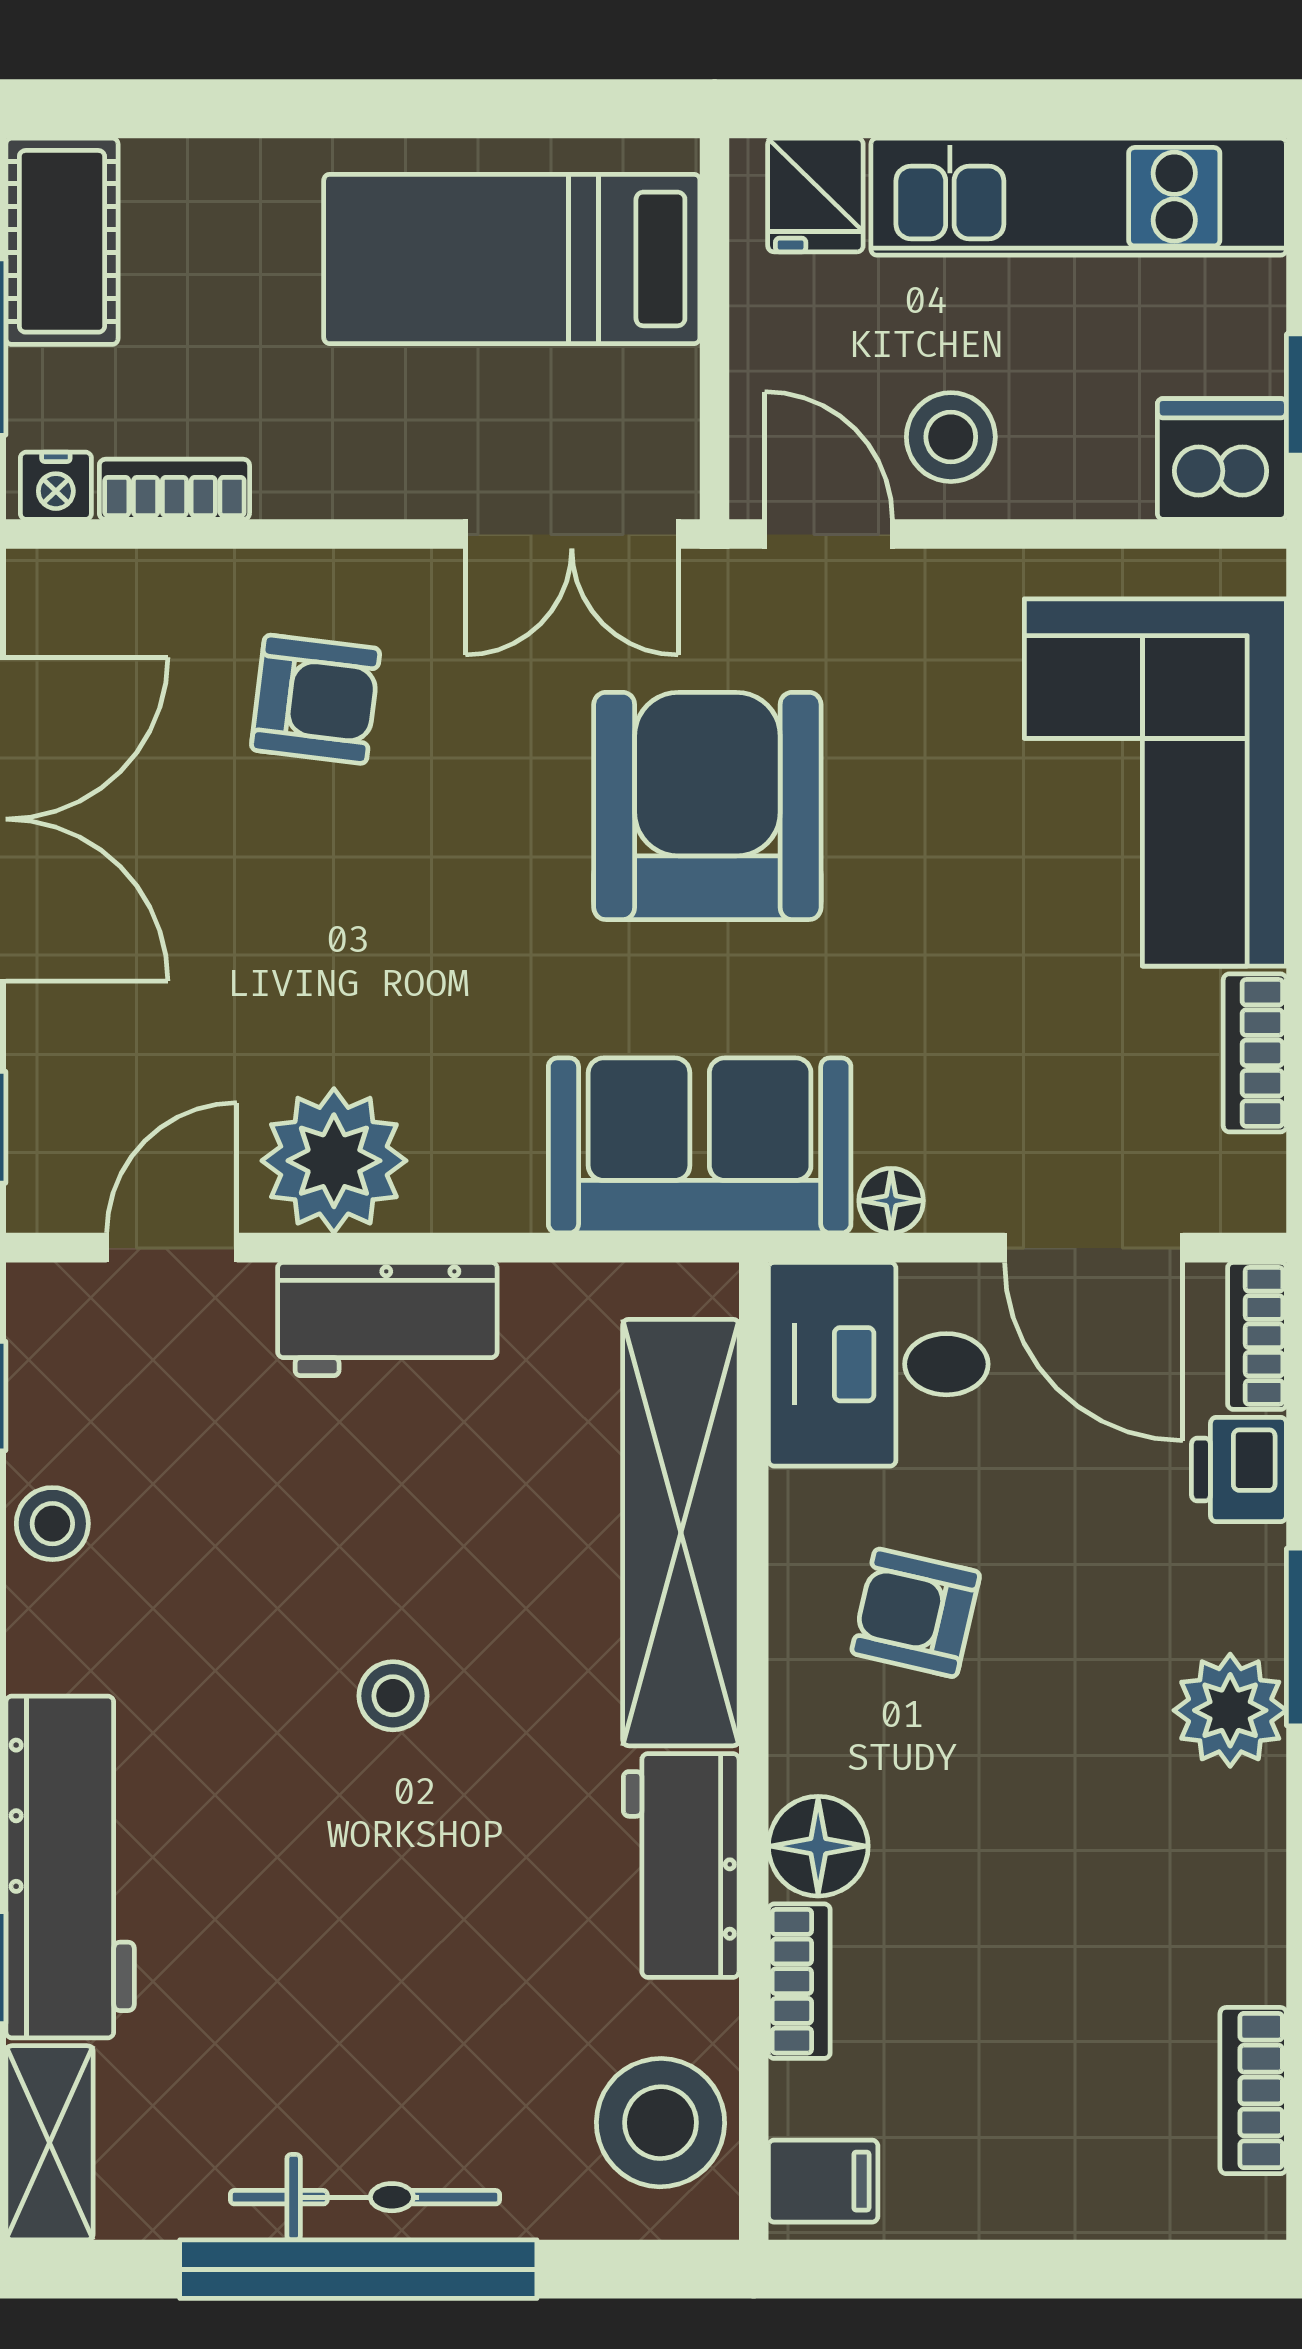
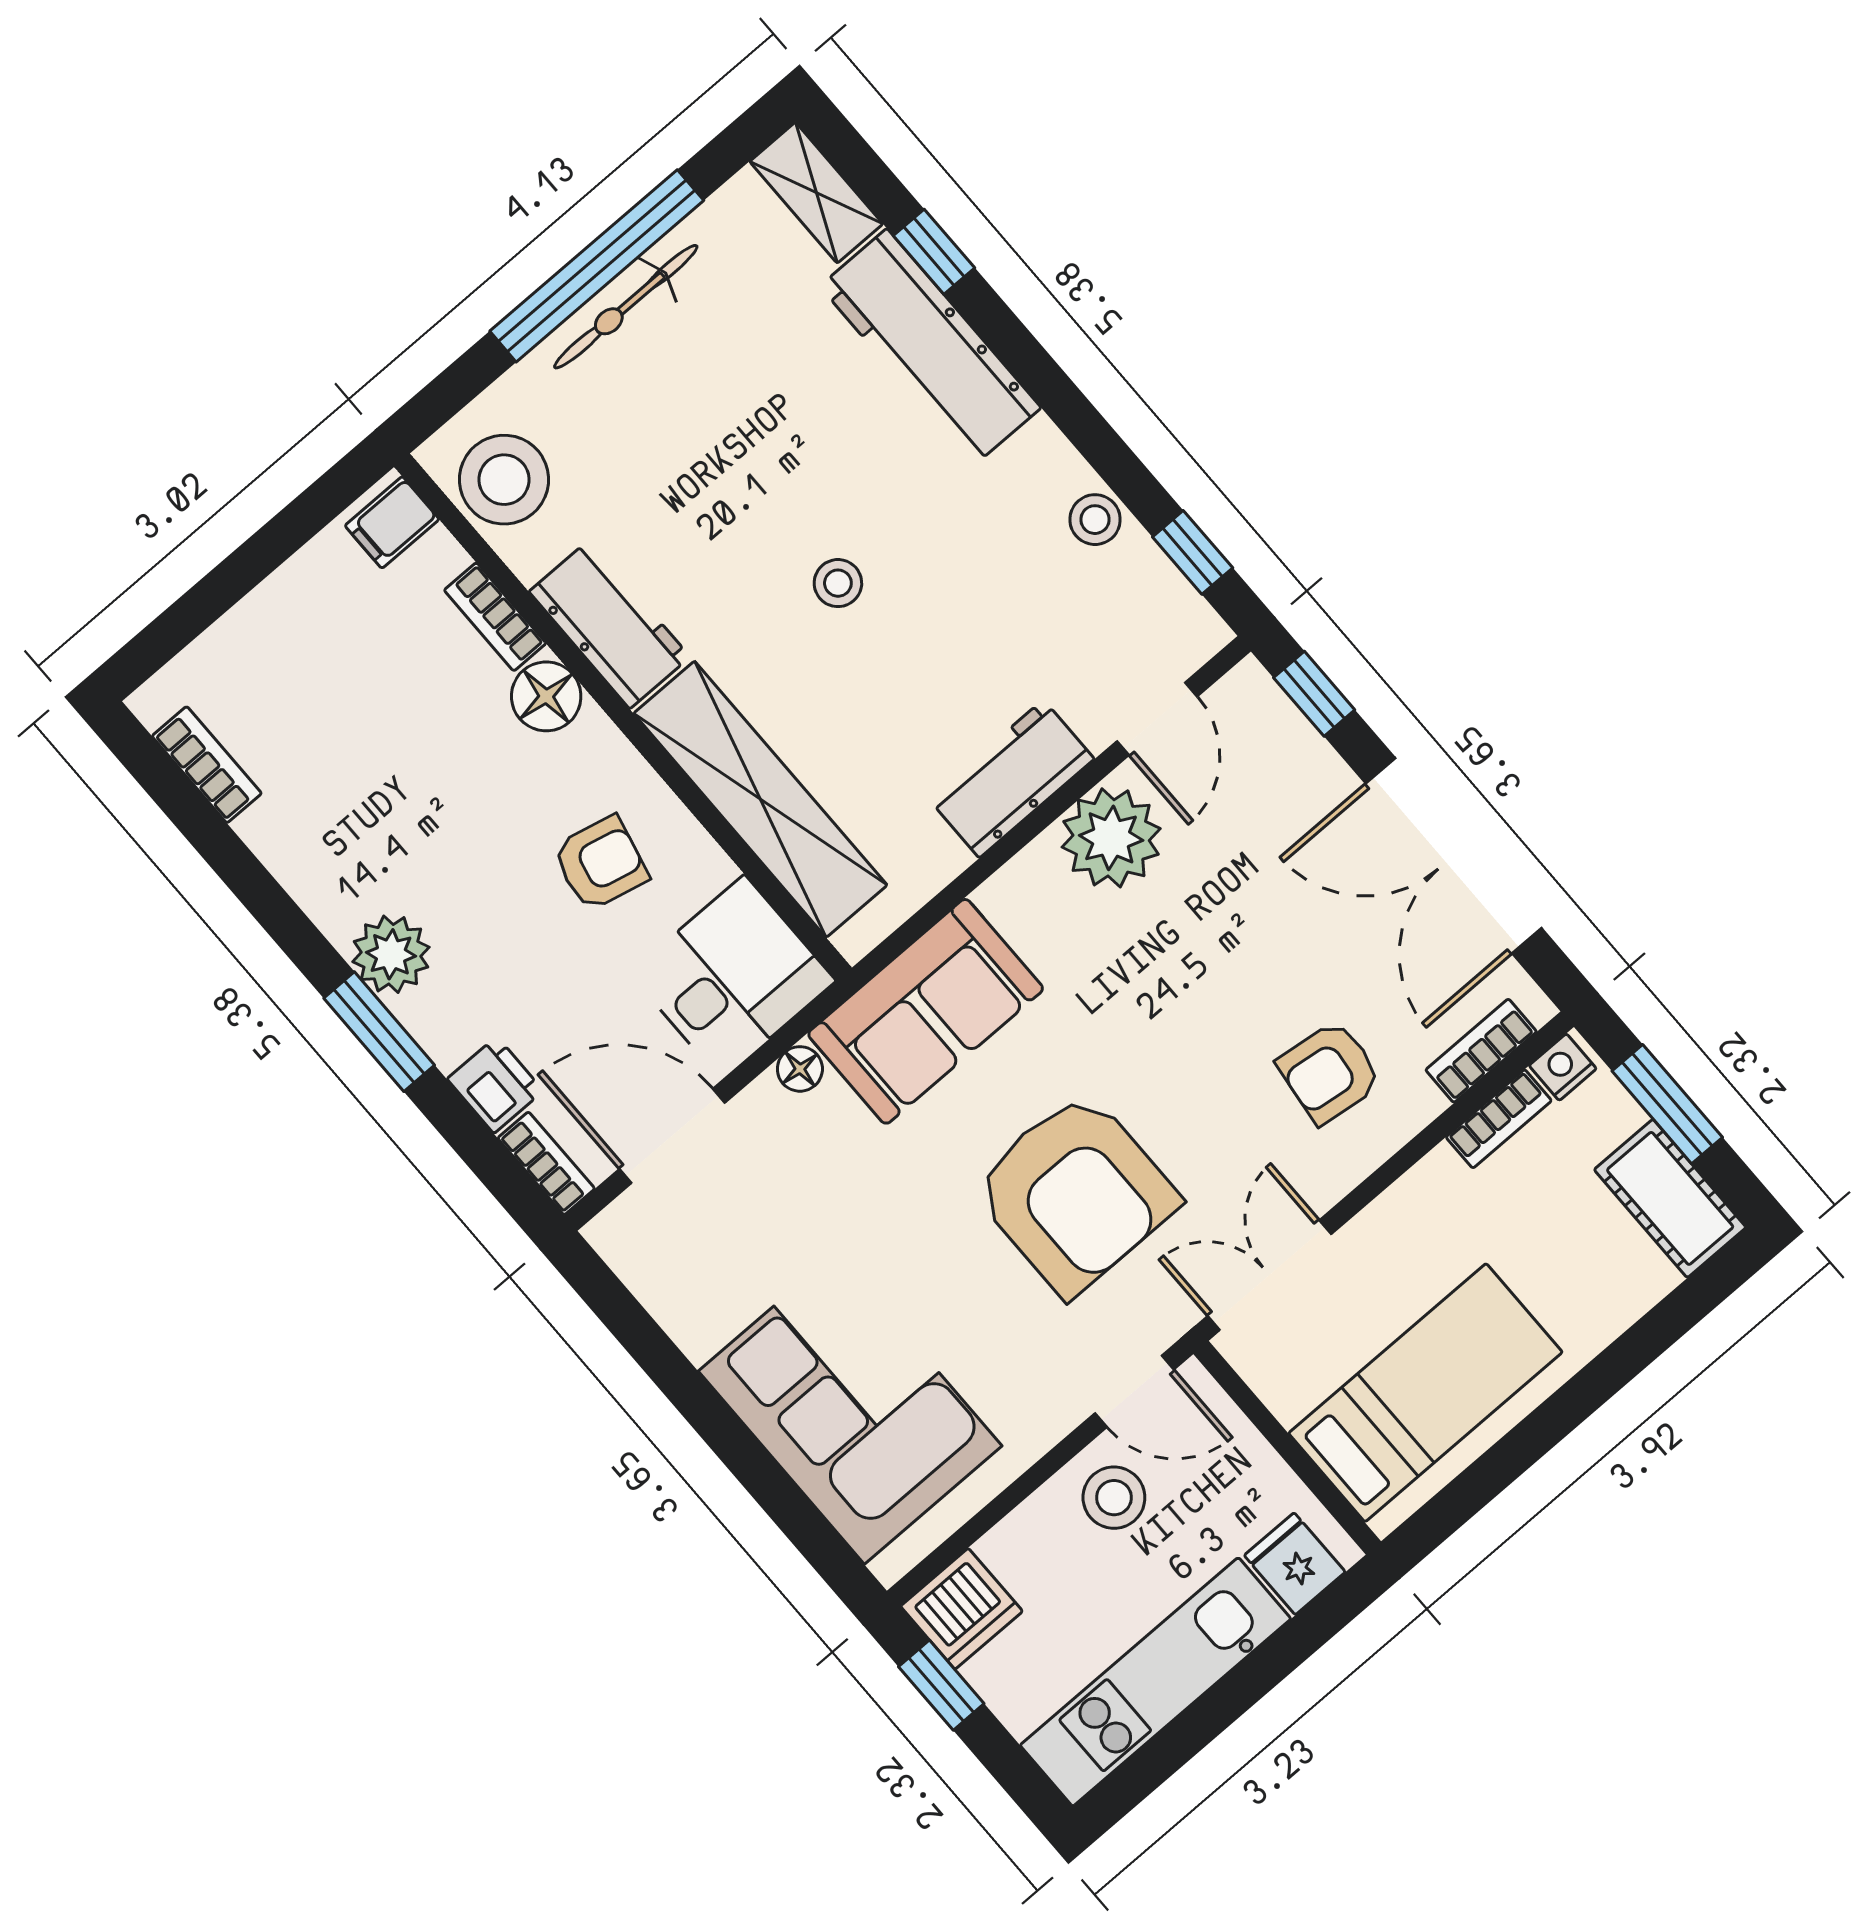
bookcase: (1255, 1053) -> (1481, 1051), moved, turned -90

